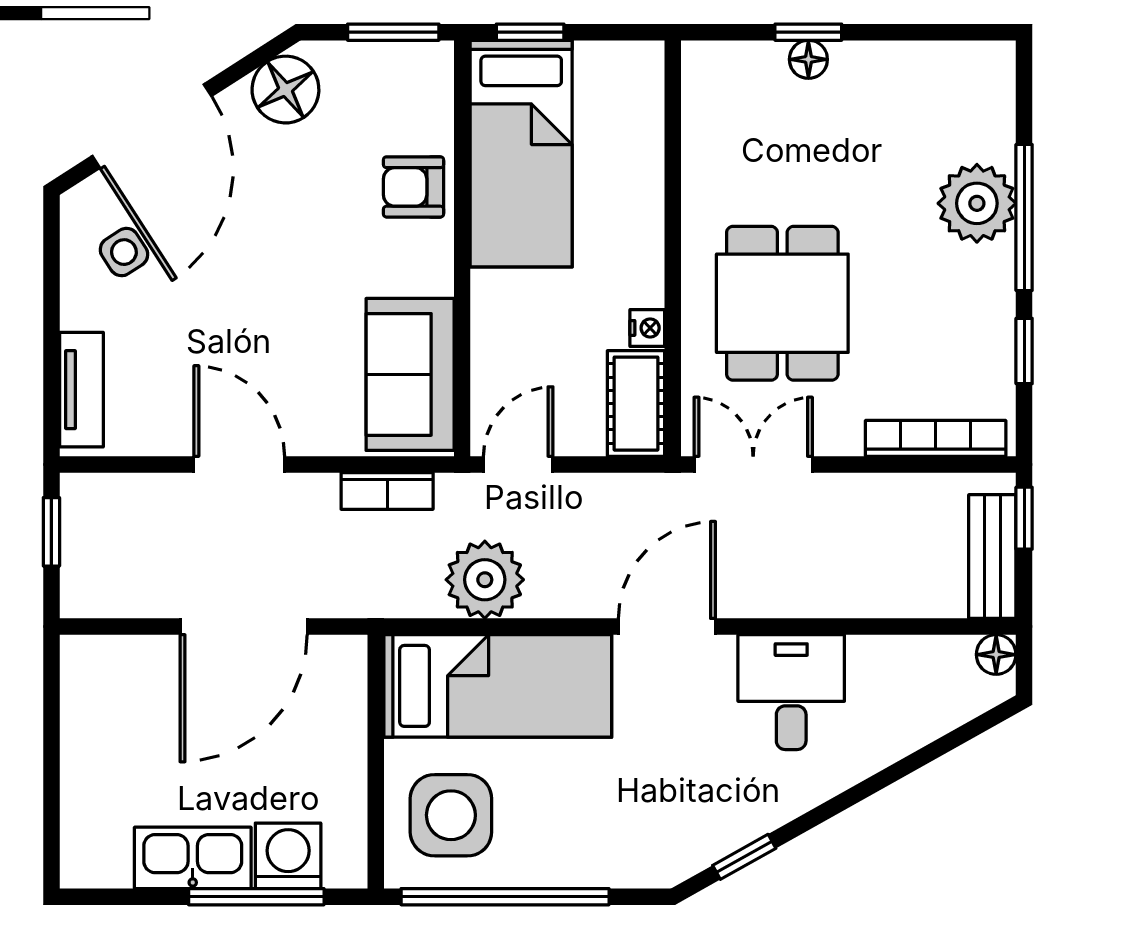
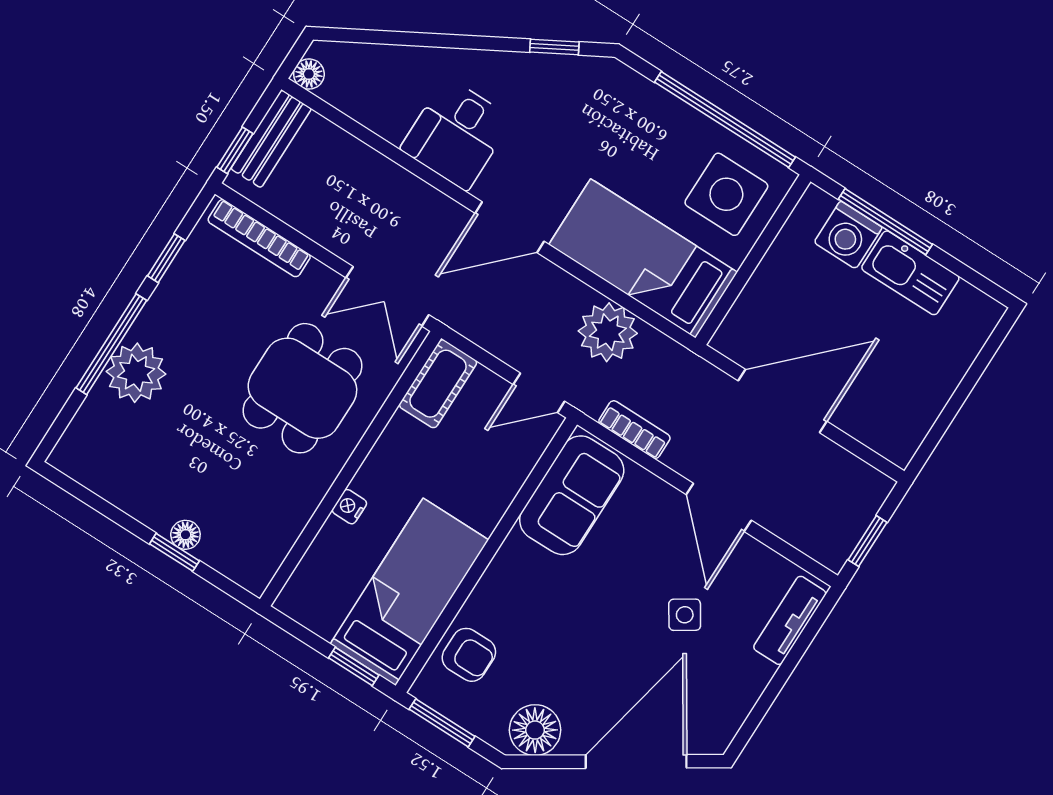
armchair: (414, 187) -> (469, 655), moved
side table: (124, 252) -> (685, 615), moved
nightstand: (647, 328) -> (349, 507), moved

